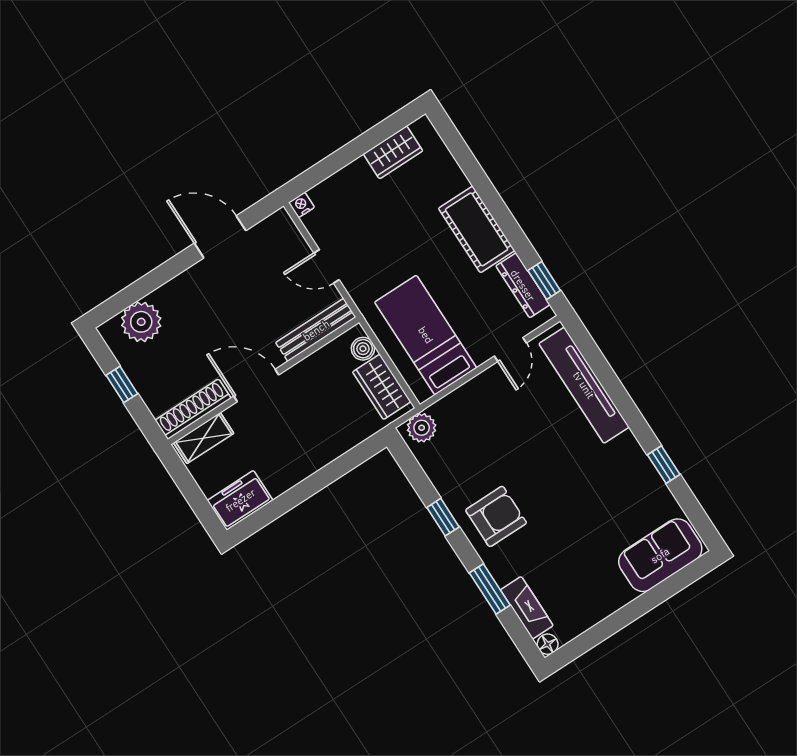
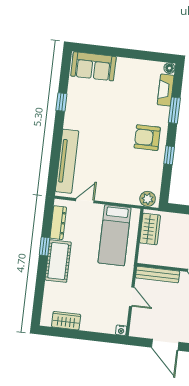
window: (544, 280) -> (44, 246), moved
boiler: (363, 349) -> (145, 251), removed

